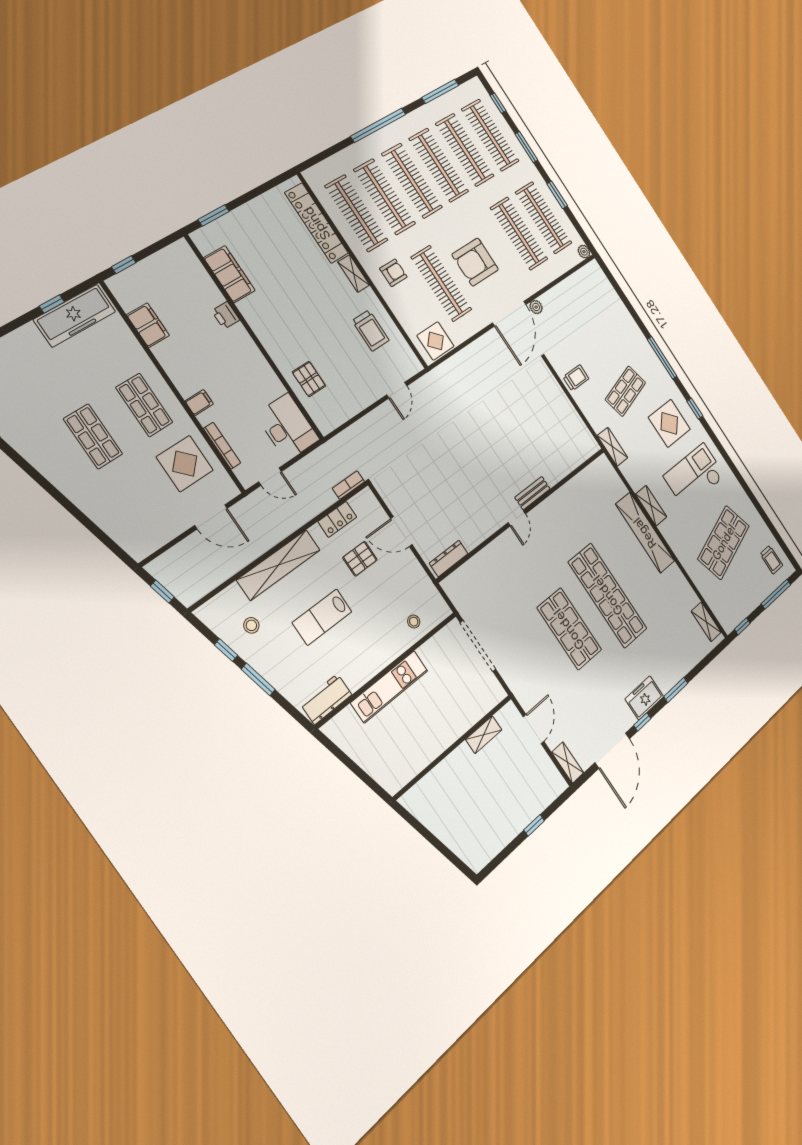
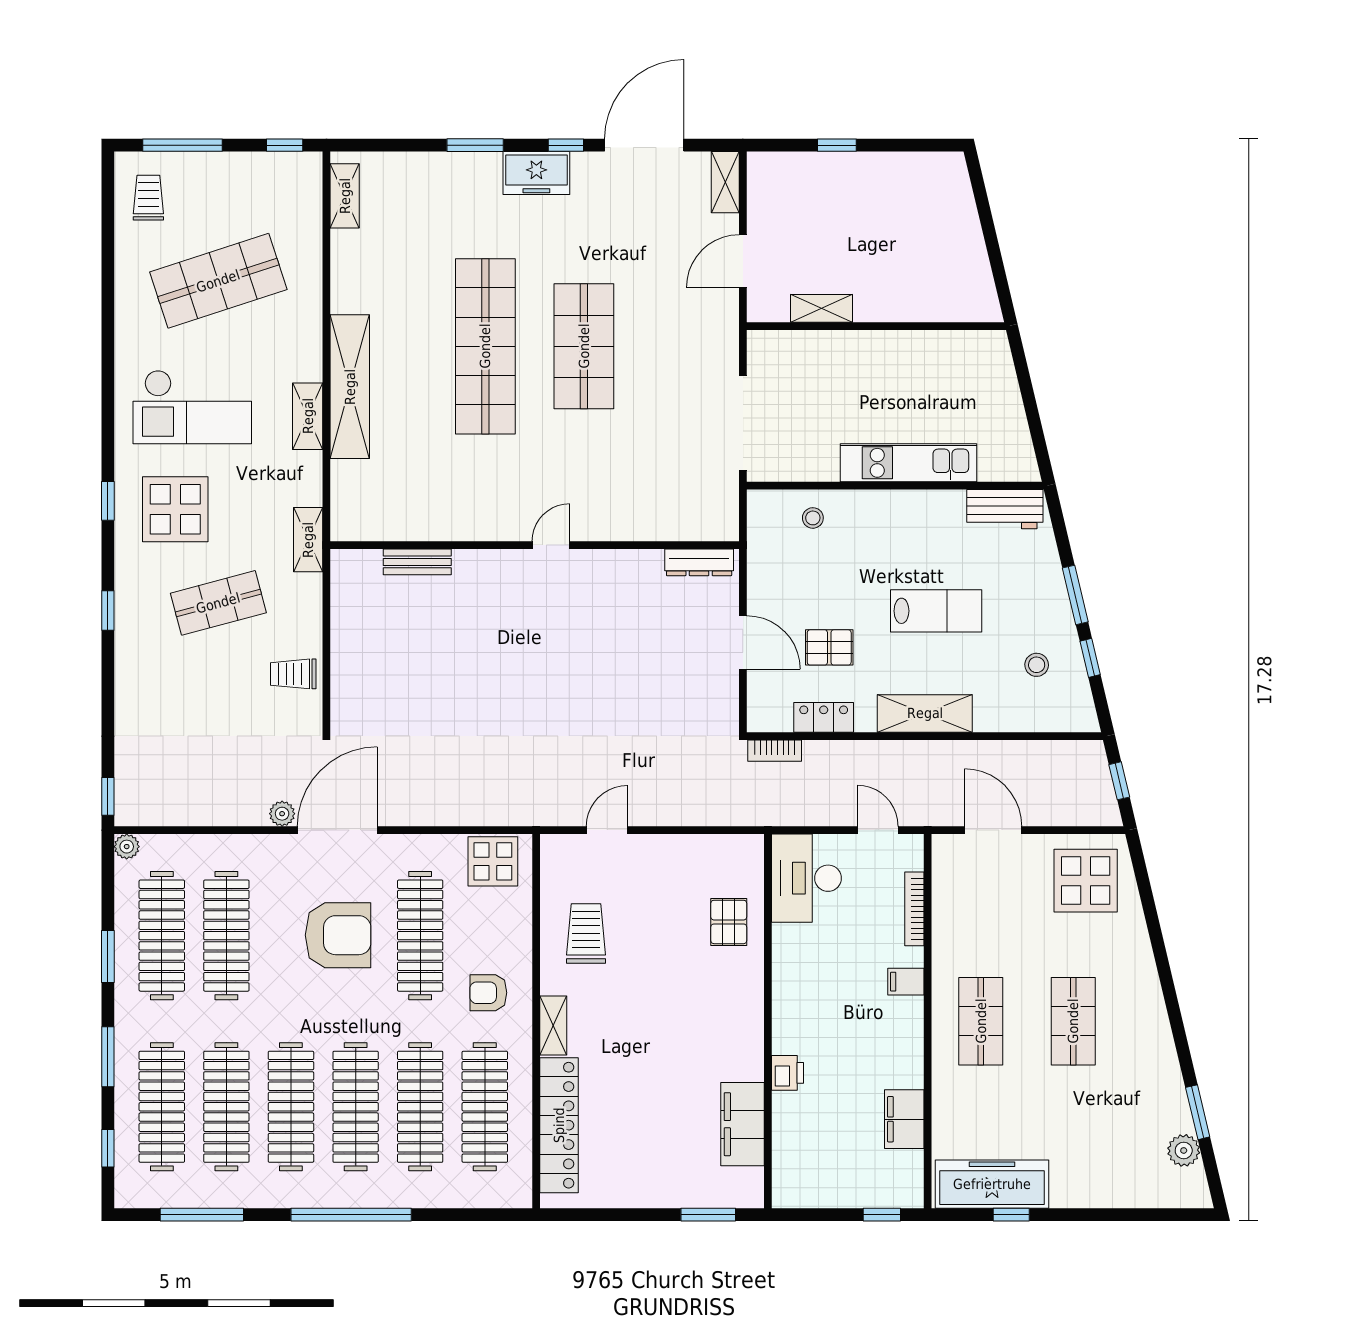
window: (606, 271) -> (108, 796), added
window: (662, 358) -> (108, 610), width x0.46
display table: (185, 464) -> (1086, 881), moved
bench: (533, 493) -> (417, 562), moved
shelving: (279, 565) -> (925, 713), width x0.68

